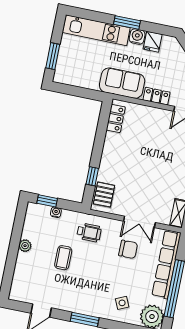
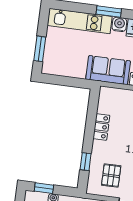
locker: (116, 118) -> (101, 127), moved
pallet: (104, 195) -> (111, 176), moved

